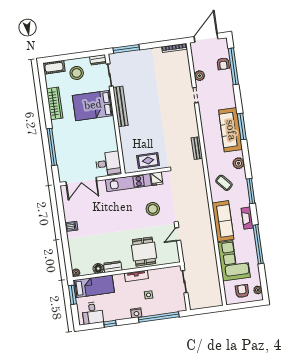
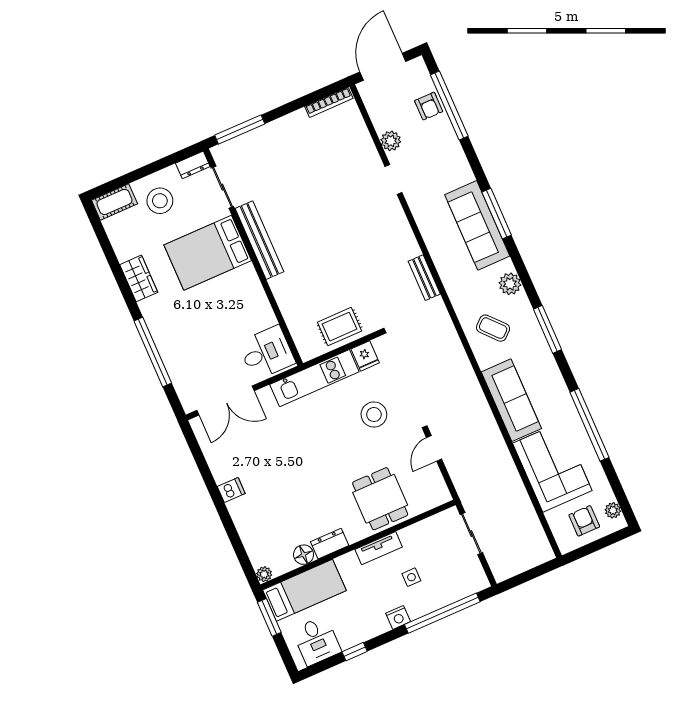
wardrobe: (55, 103) -> (139, 278), width x0.67
fireplace: (247, 218) -> (555, 382), removed

